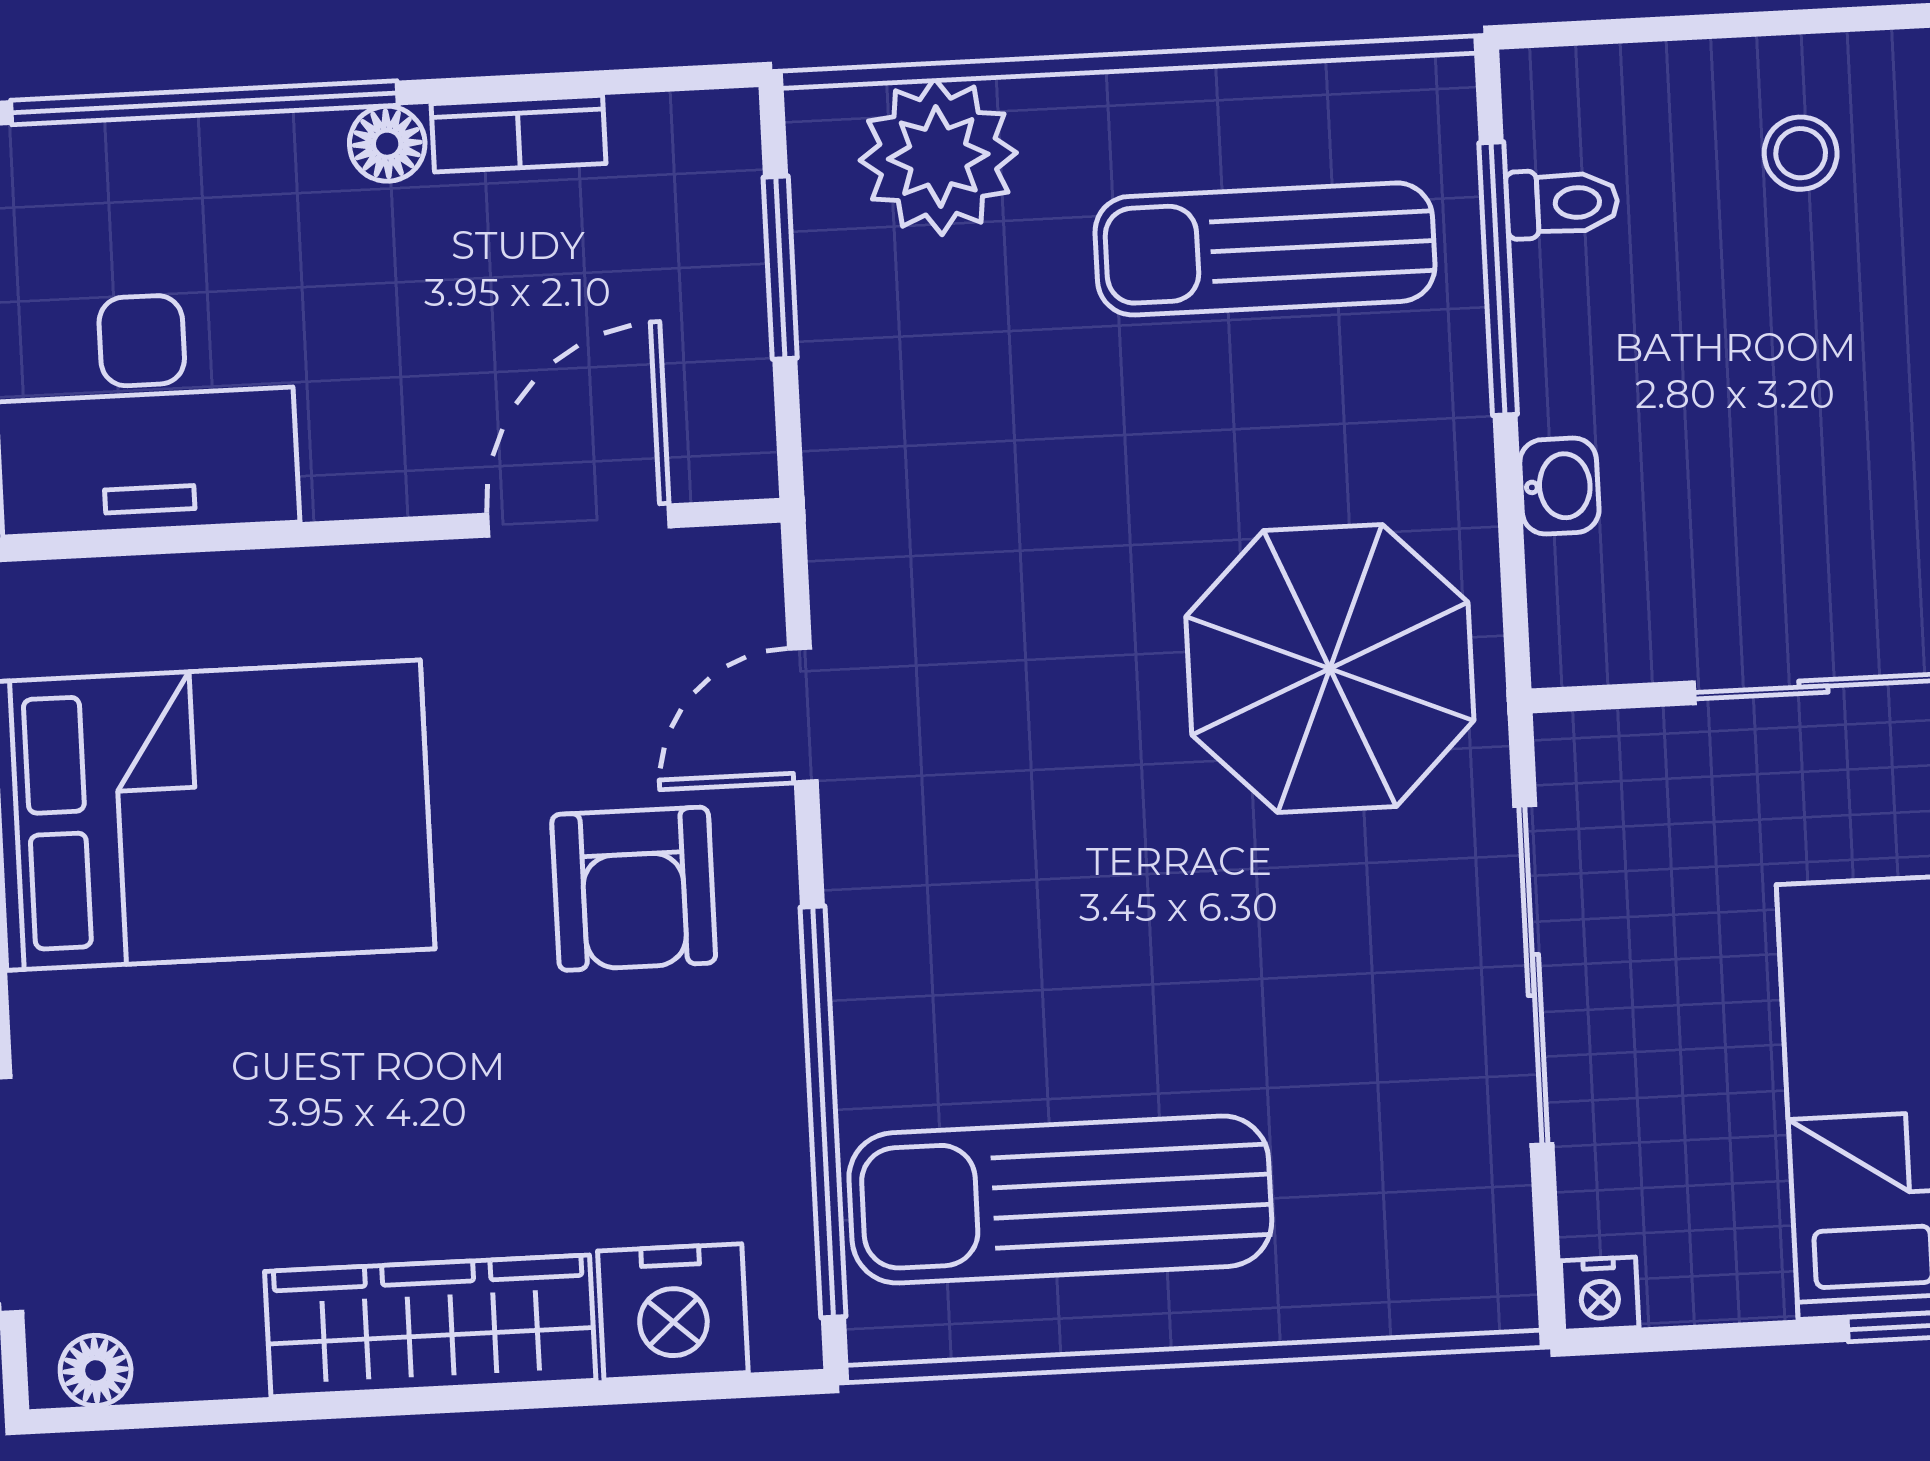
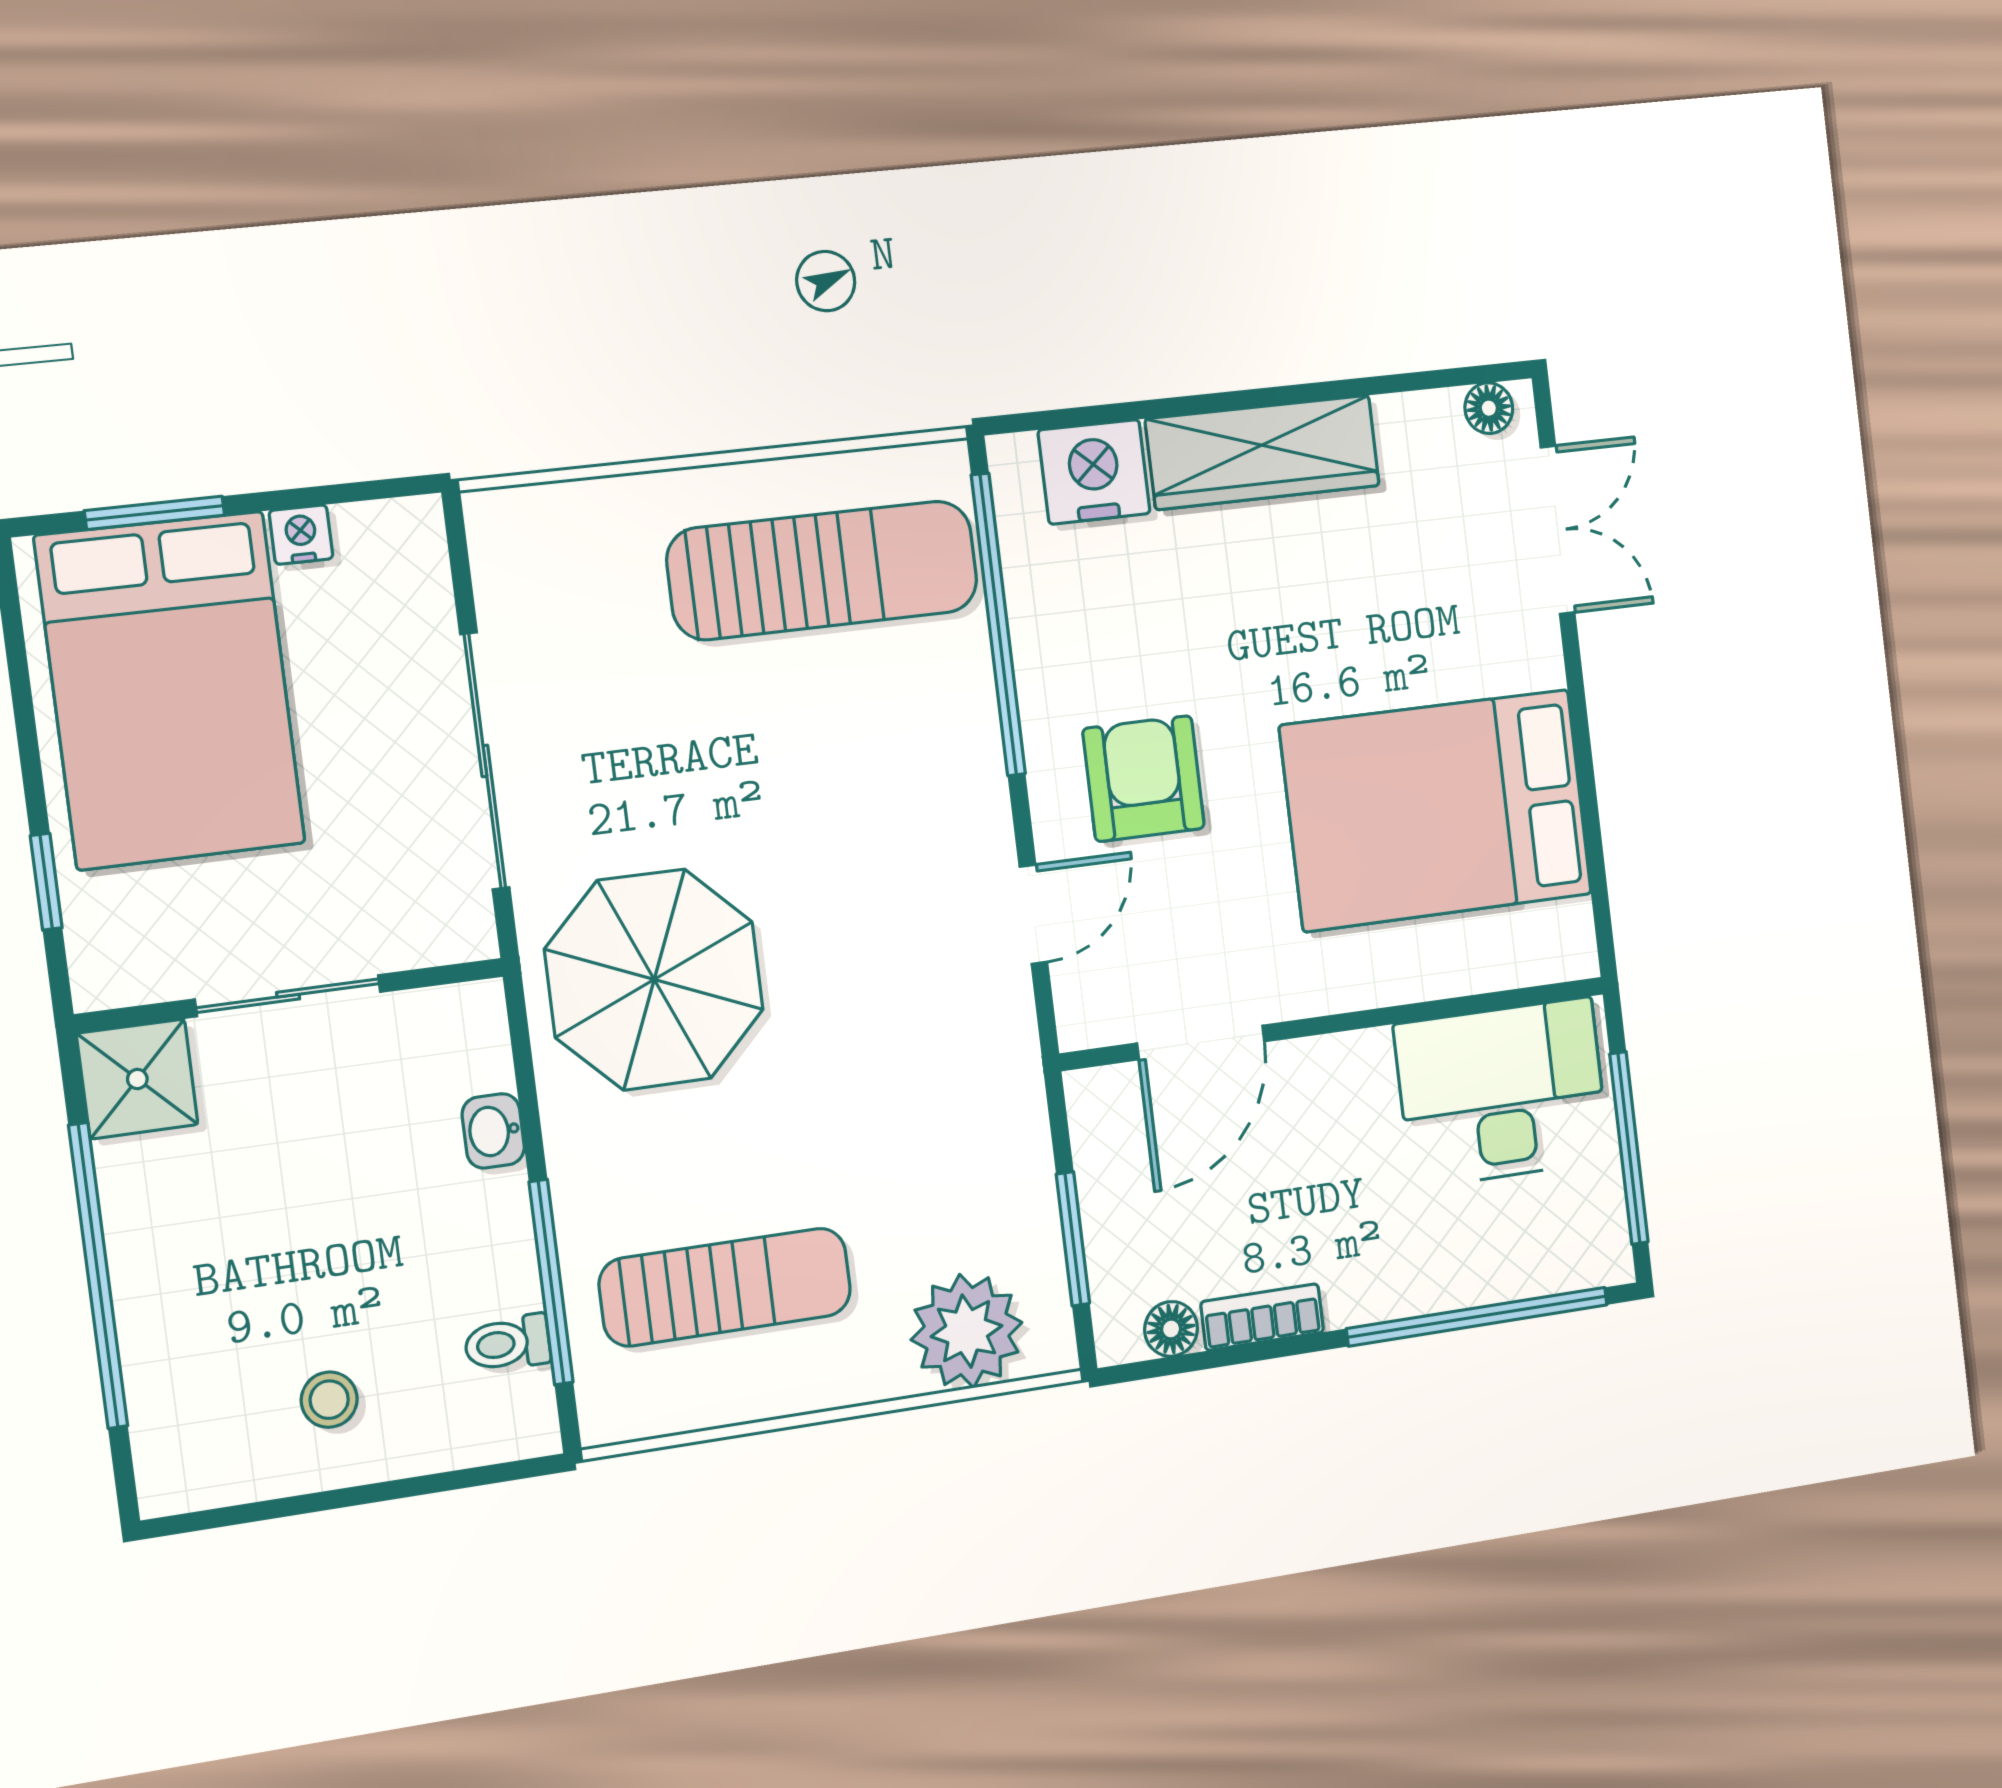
floor lamp: (387, 144) -> (1171, 1329), moved
nightstand: (1600, 1294) -> (301, 535), moved

